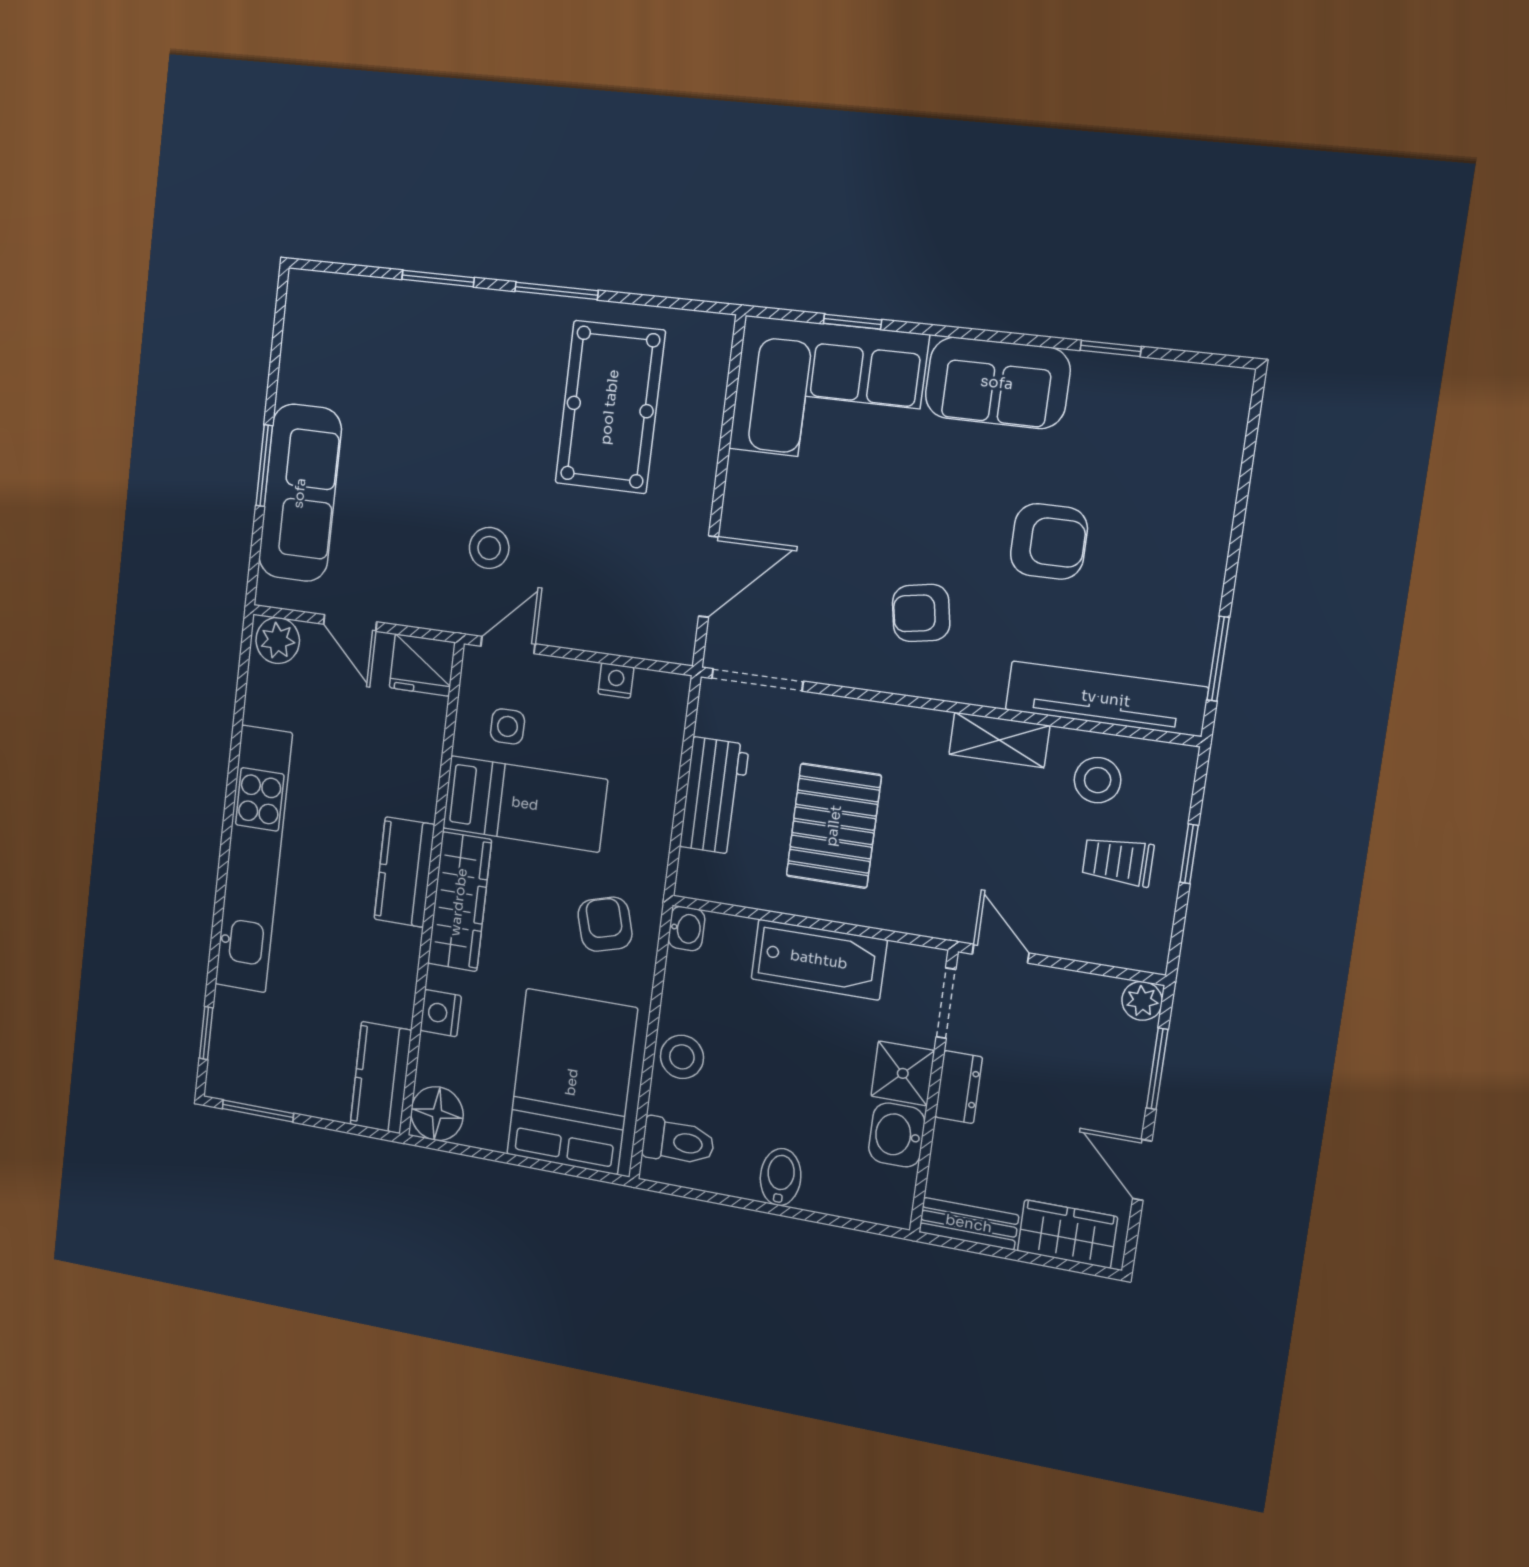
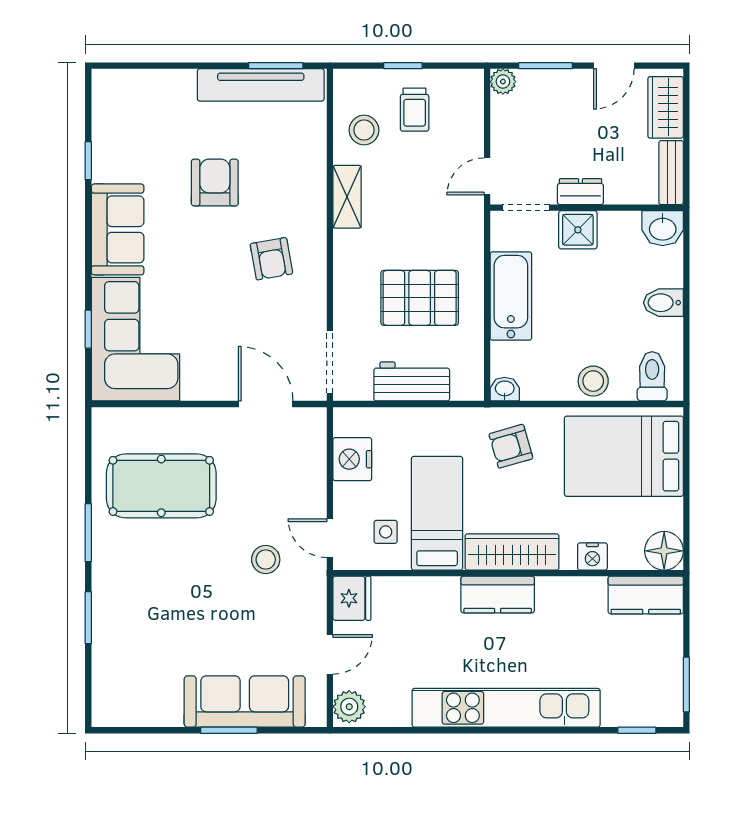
nightstand: (616, 681) -> (352, 459), width x1.89, depth x1.79
tv unit: (1106, 699) -> (261, 85), moved, turned -90
washbasin: (897, 1135) -> (663, 228), moved

